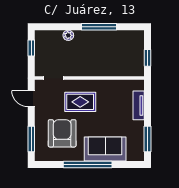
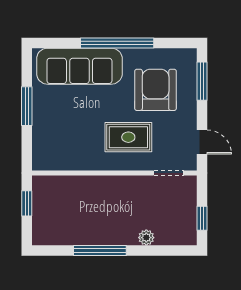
tv unit: (139, 105) -> (40, 132), removed
armchair: (62, 133) -> (156, 90), turned 180
window: (148, 139) -> (27, 106), moved
sofa: (105, 149) -> (79, 66), width x1.36

